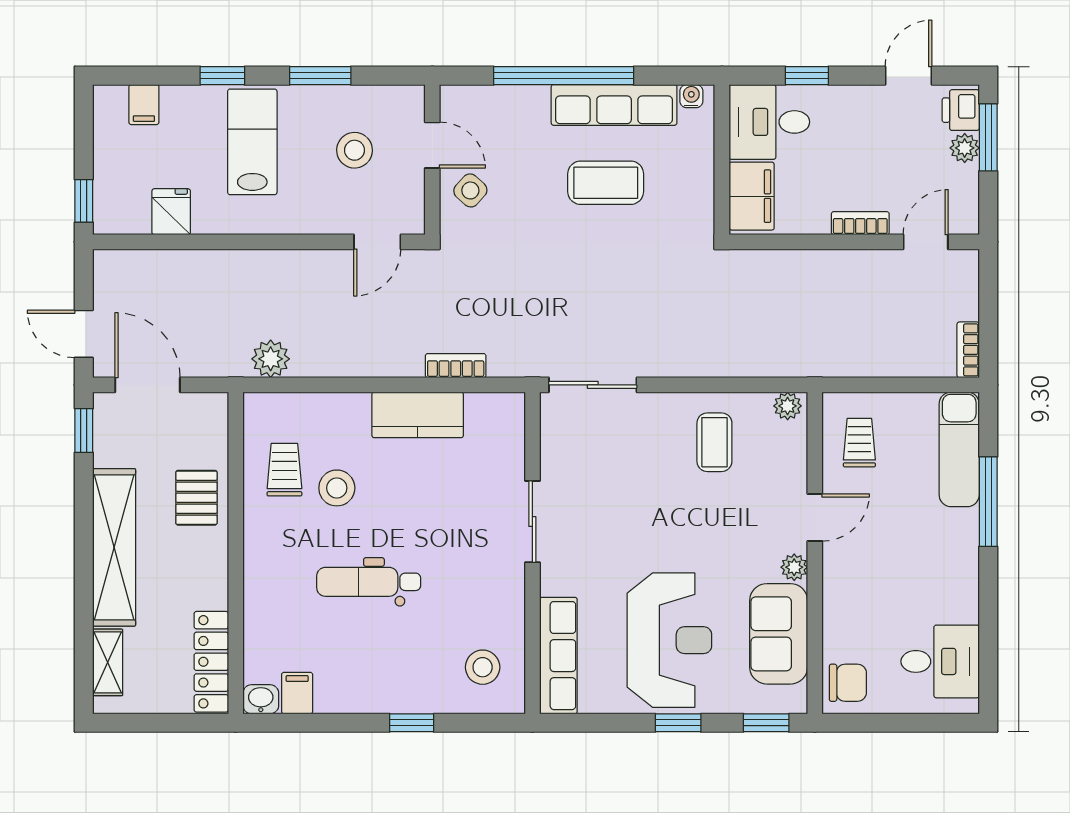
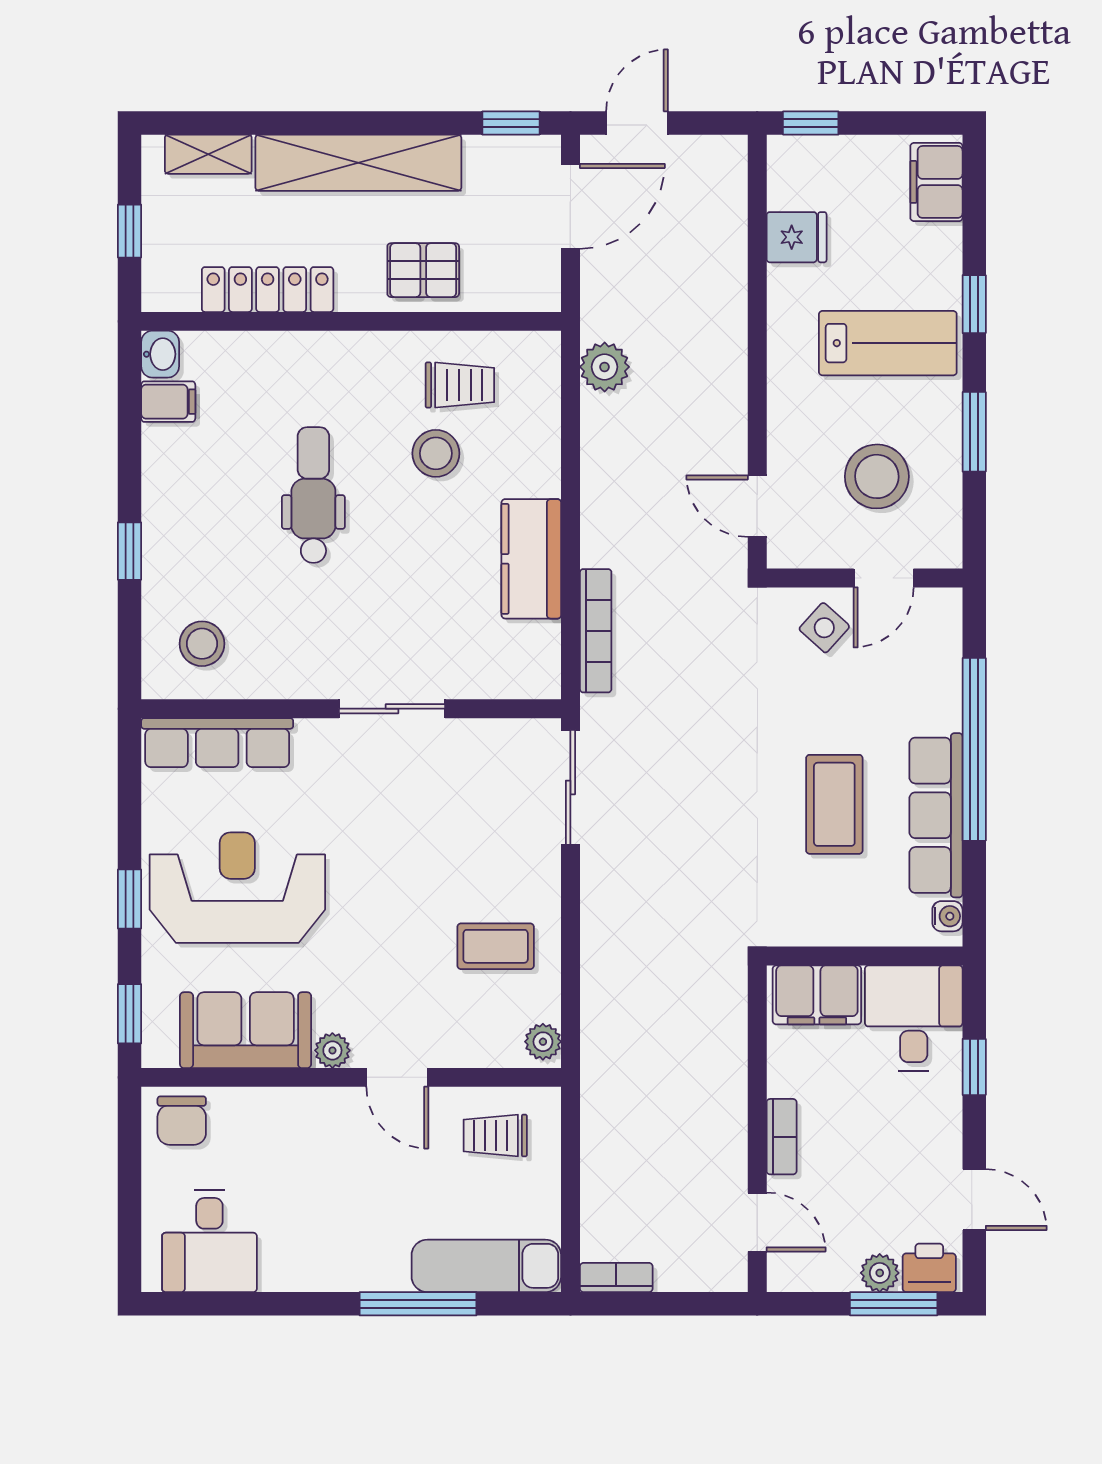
filing cabinet: (144, 105) -> (936, 182), width x2.00
stool: (355, 150) -> (877, 476), width x1.38, depth x1.38
bookcase: (456, 366) -> (596, 631), width x1.56
trolley: (859, 443) -> (495, 1136), turned 180
reception desk: (669, 640) -> (237, 888), turned 180
locker: (211, 662) -> (268, 290), moved
window: (166, 723) -> (129, 231), added

